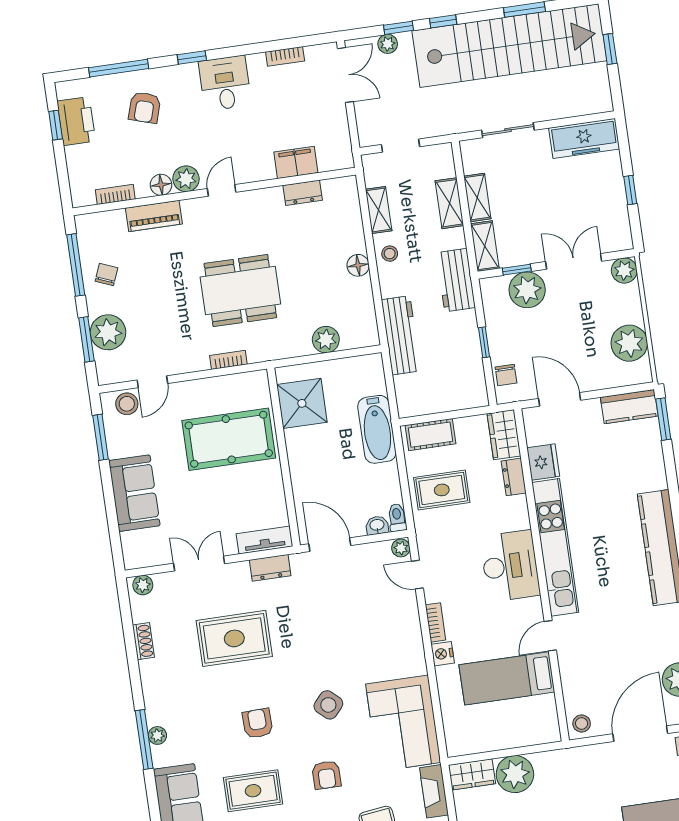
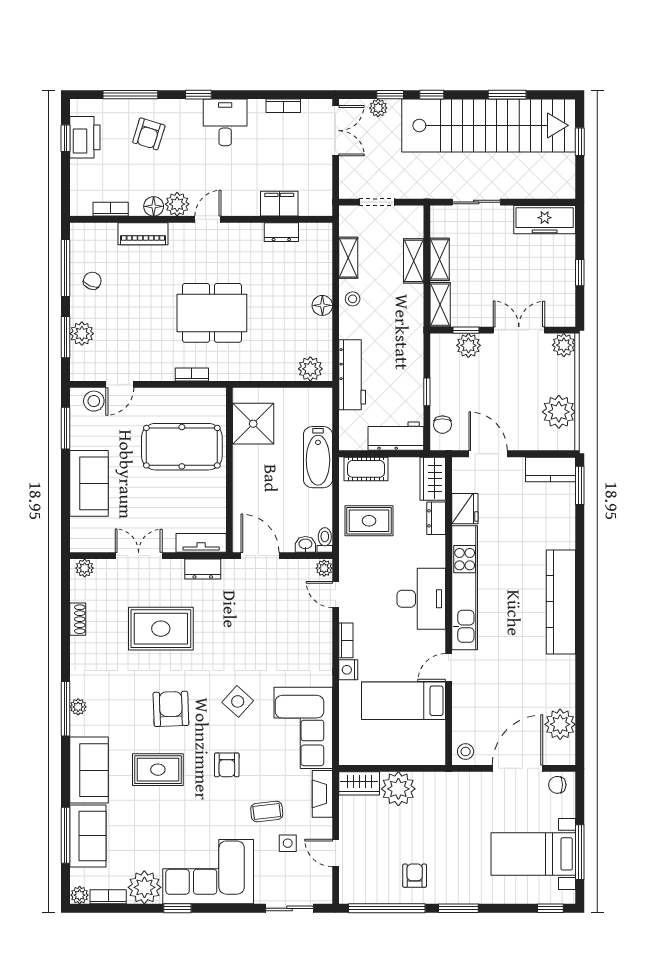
workbench: (456, 280) -> (396, 436), moved, turned 90
plant: (527, 290) -> (468, 345), width x0.73, depth x0.73
plant: (108, 332) -> (82, 334), width x0.73, depth x0.73
plant: (326, 340) -> (310, 369), moved
armchair: (258, 723) -> (171, 709), width x1.38, depth x1.38

